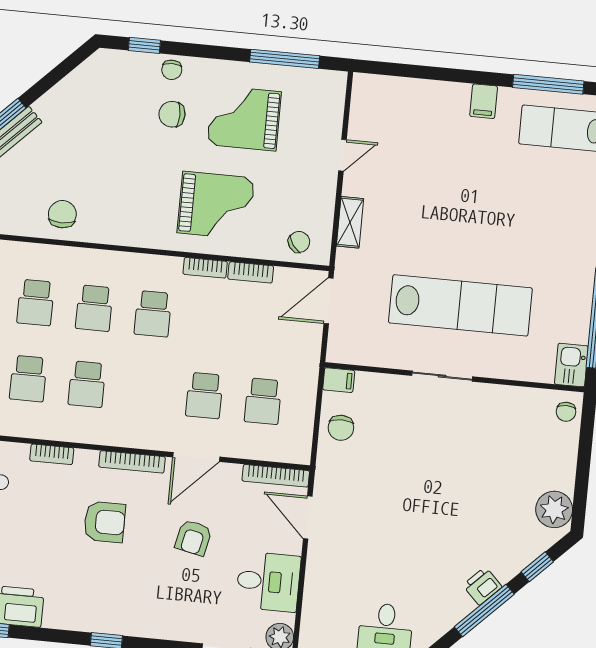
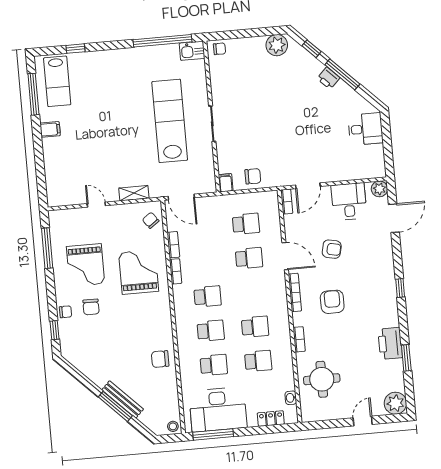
bookcase: (276, 476) -> (287, 202), width x0.64

